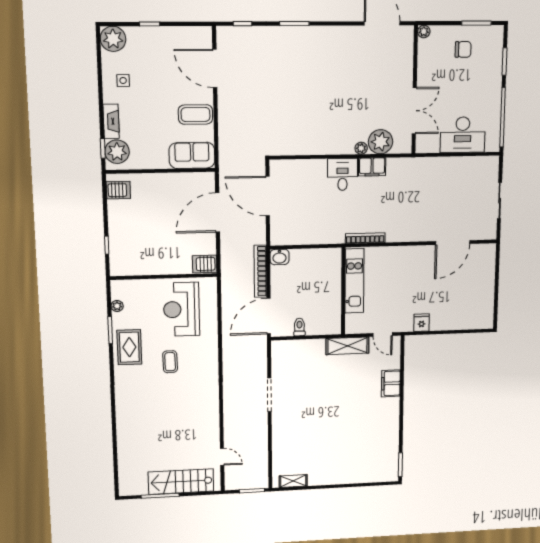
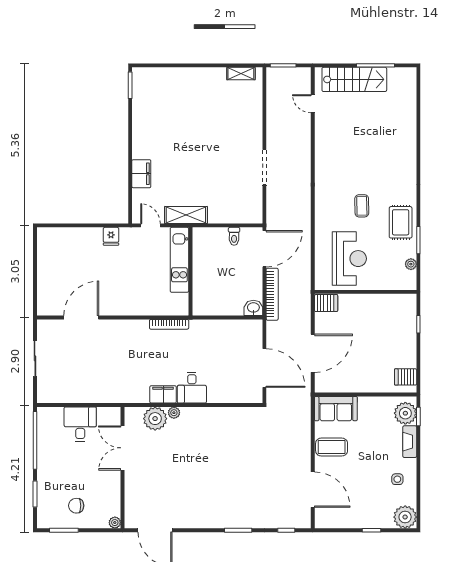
desk: (463, 135) -> (80, 424), width x0.73
kitchen unit: (354, 281) -> (179, 260), moved

